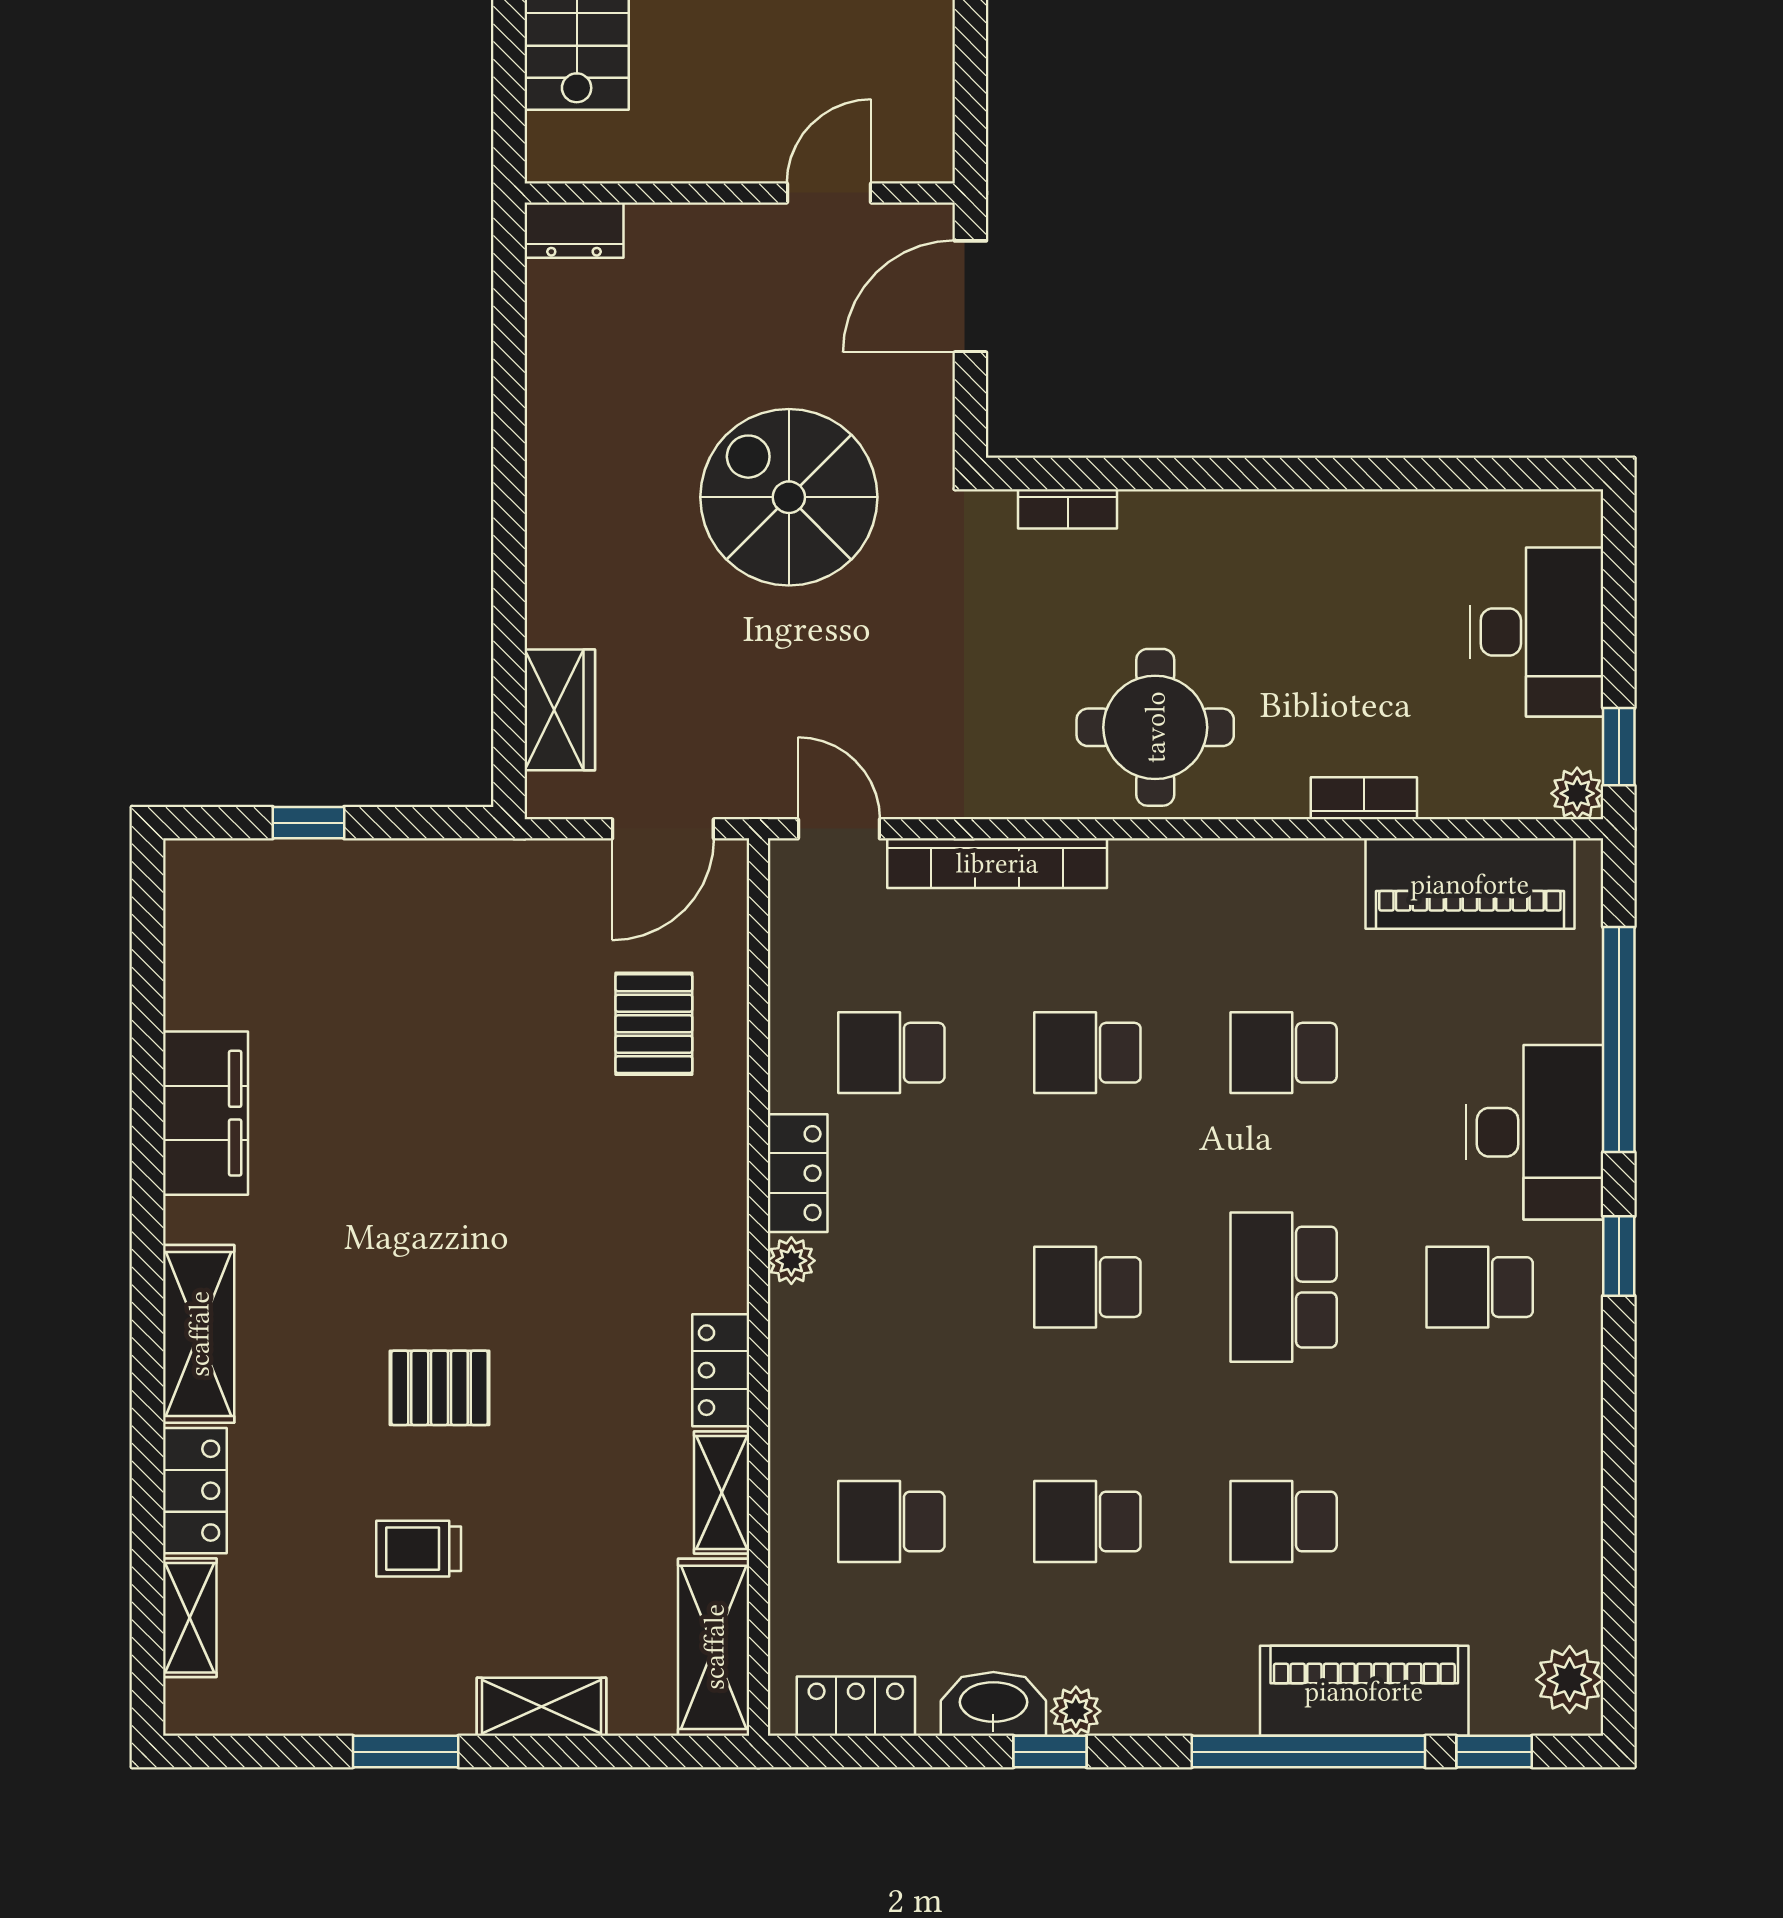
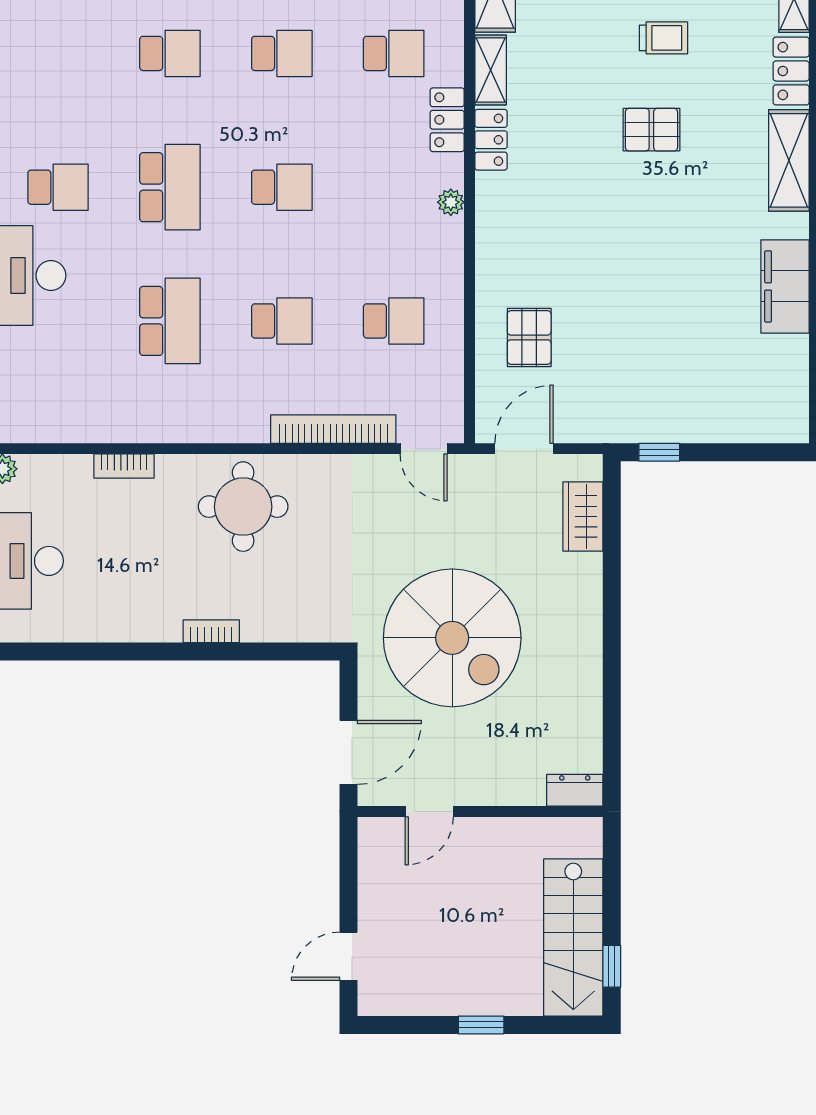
spiral stairs: (789, 497) -> (452, 638), width x1.37, depth x1.37
bookcase: (1068, 509) -> (211, 631), moved
window: (308, 823) -> (659, 452), moved
piano: (1470, 884) -> (64, 417), removed
school desk: (1284, 1053) -> (170, 321), width x1.85
locker: (798, 1173) -> (447, 120), moved

